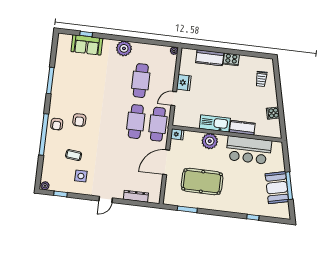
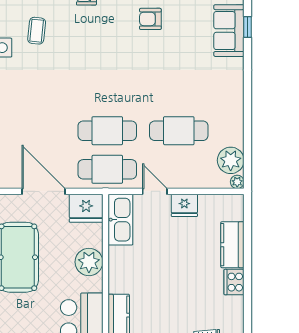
plant: (124, 48) -> (231, 160), moved
armchair: (79, 120) -> (150, 19), moved
kitchen sink: (215, 123) -> (120, 220), moved
fridge: (177, 134) -> (86, 208), width x1.88, depth x1.34

